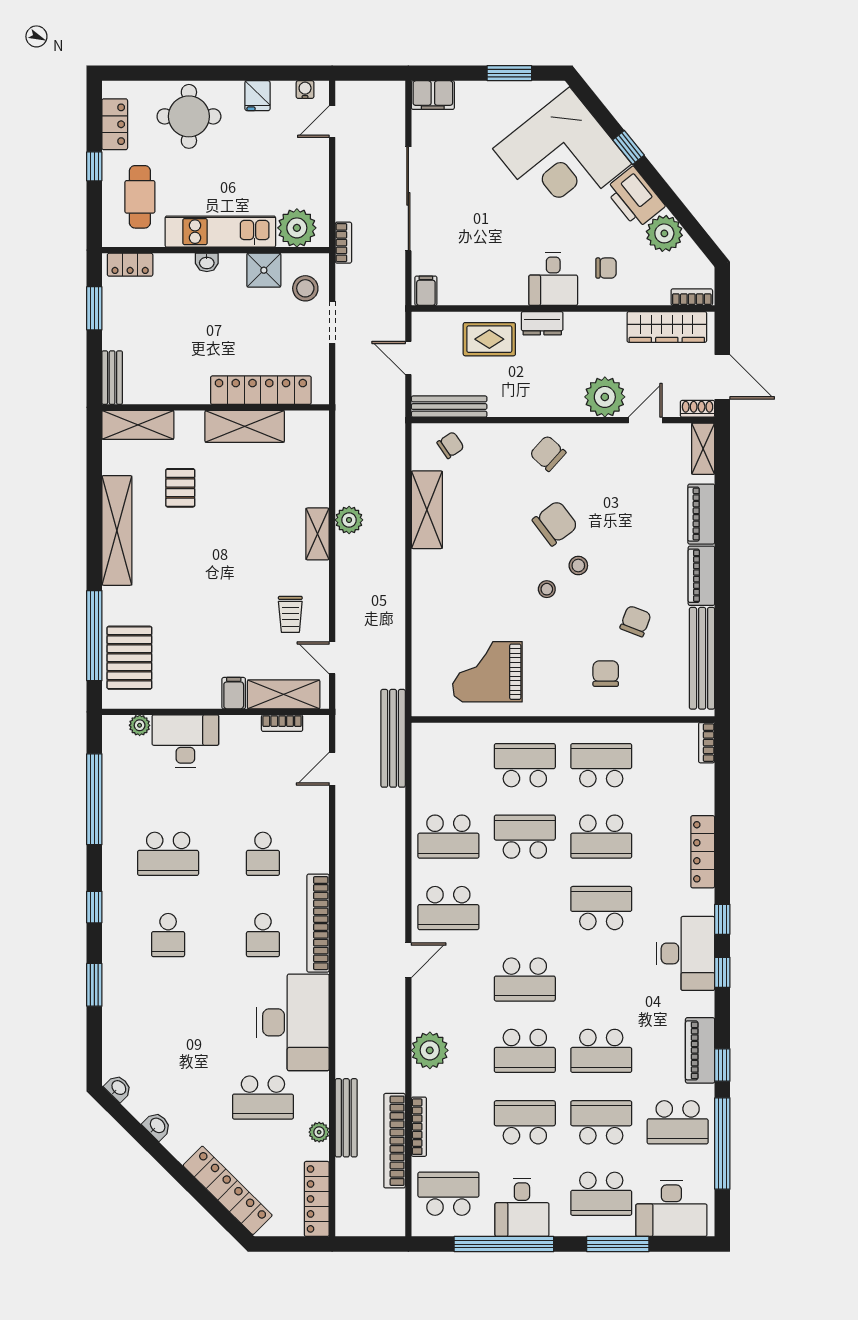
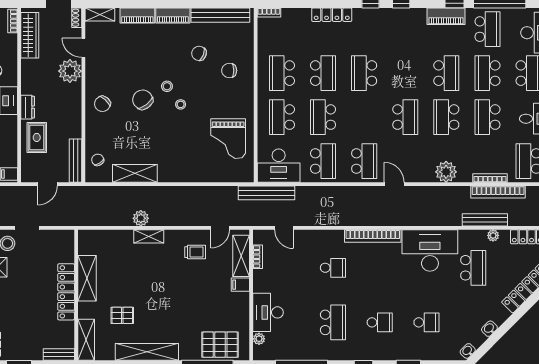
locker: (261, 390) -> (66, 292), moved
school desk: (263, 935) -> (426, 322), moved
desk: (686, 953) -> (279, 166), moved, turned 180
school desk: (525, 1051) -> (446, 117), turned 180

